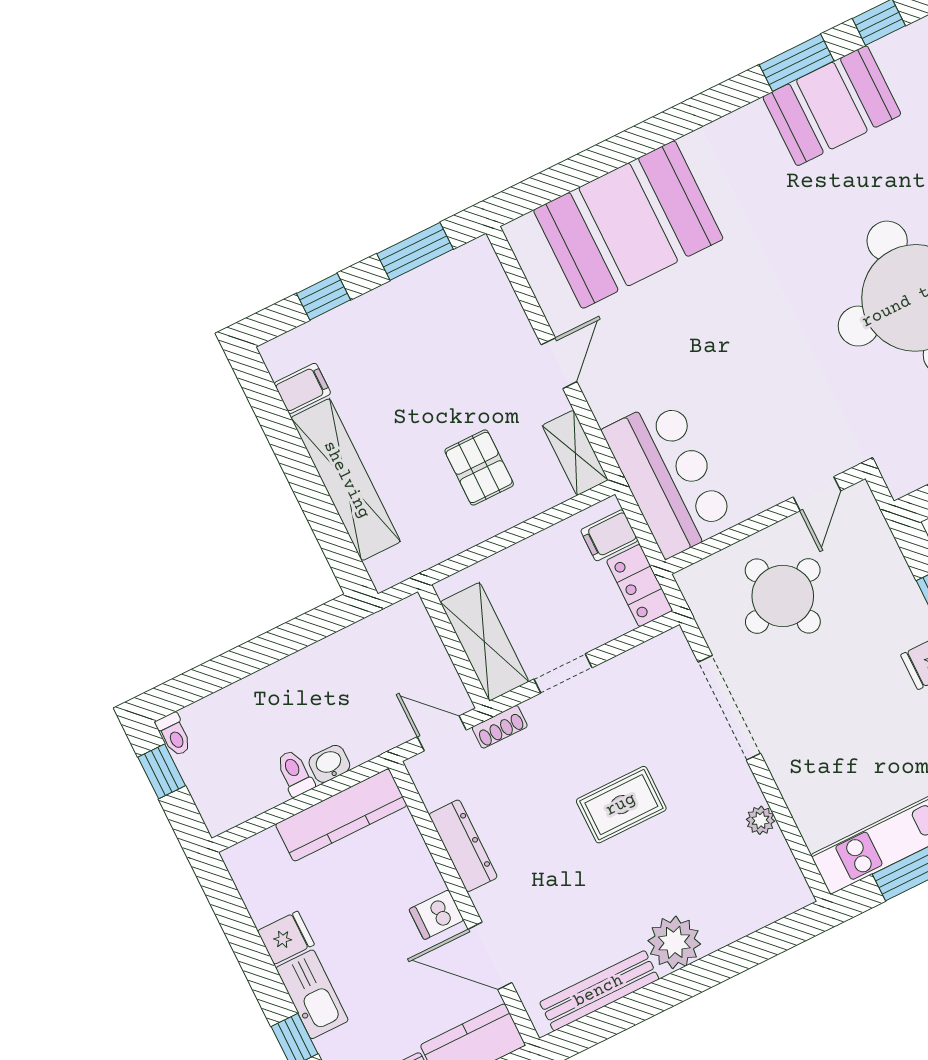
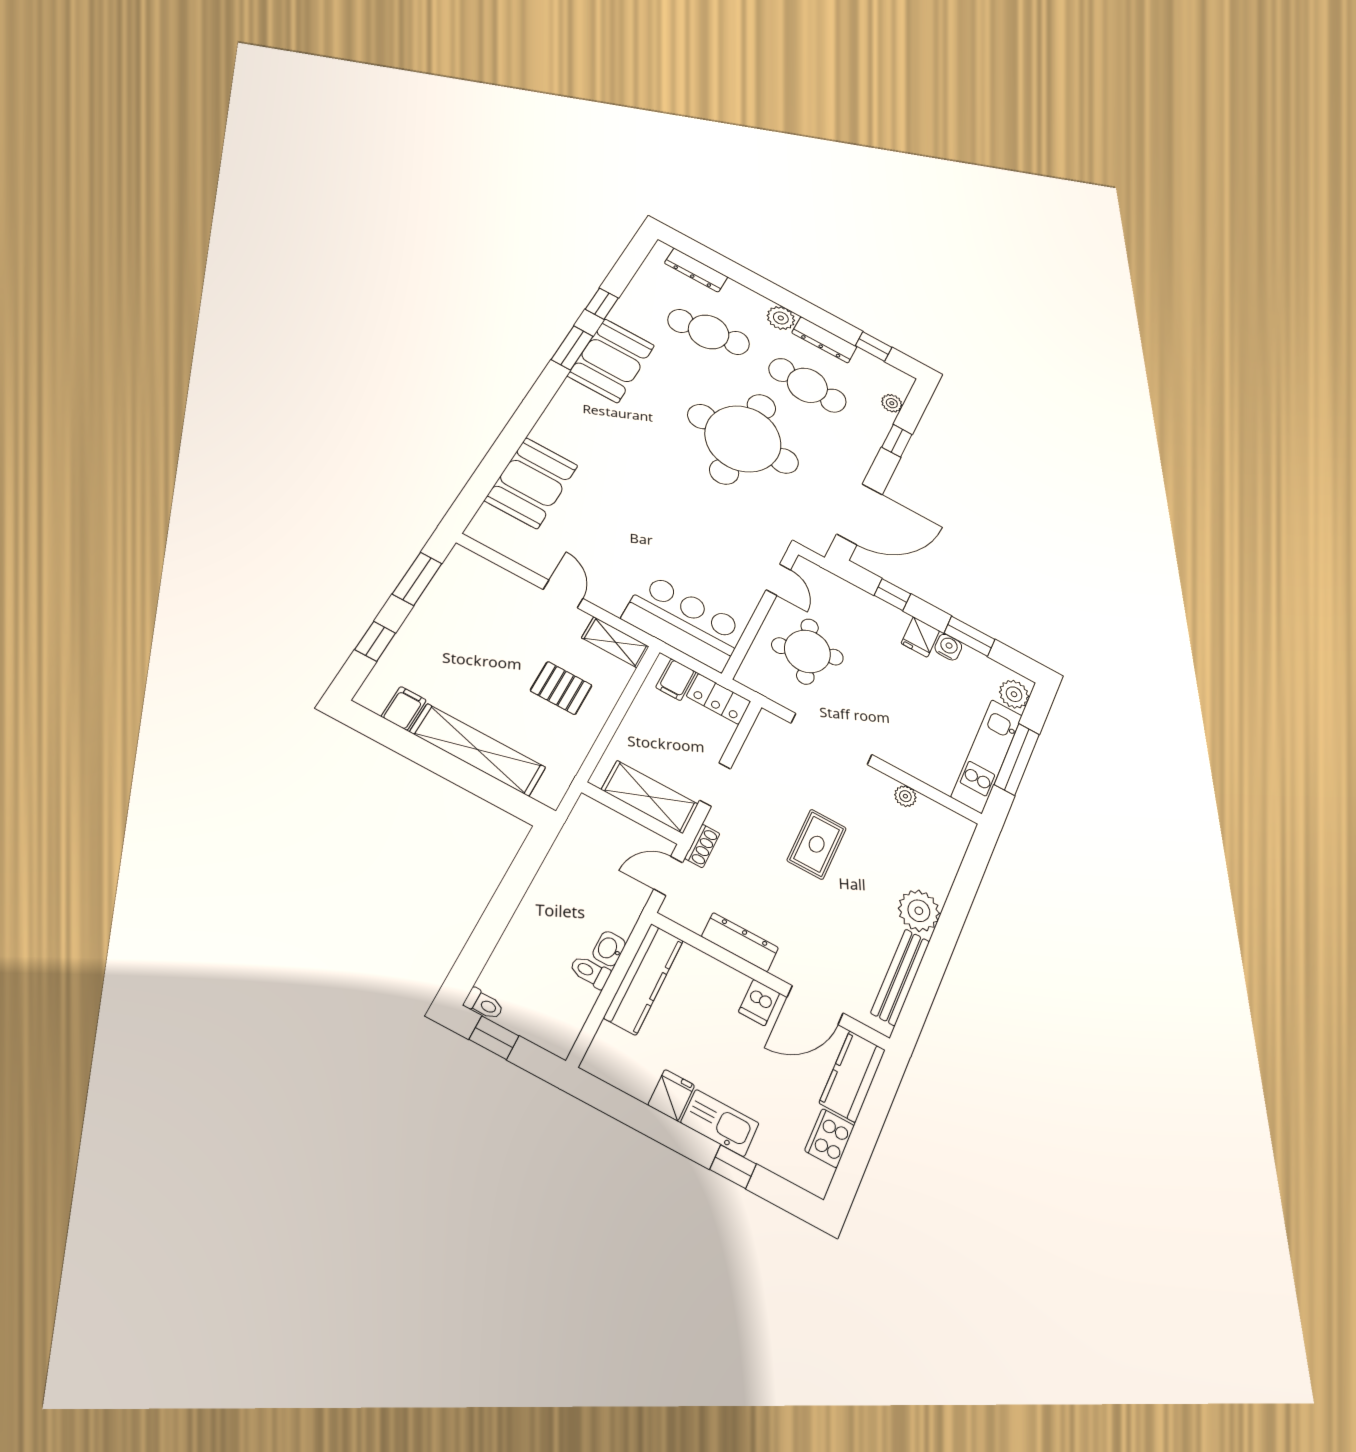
booth: (628, 225) -> (531, 483), width x0.73, depth x0.70

